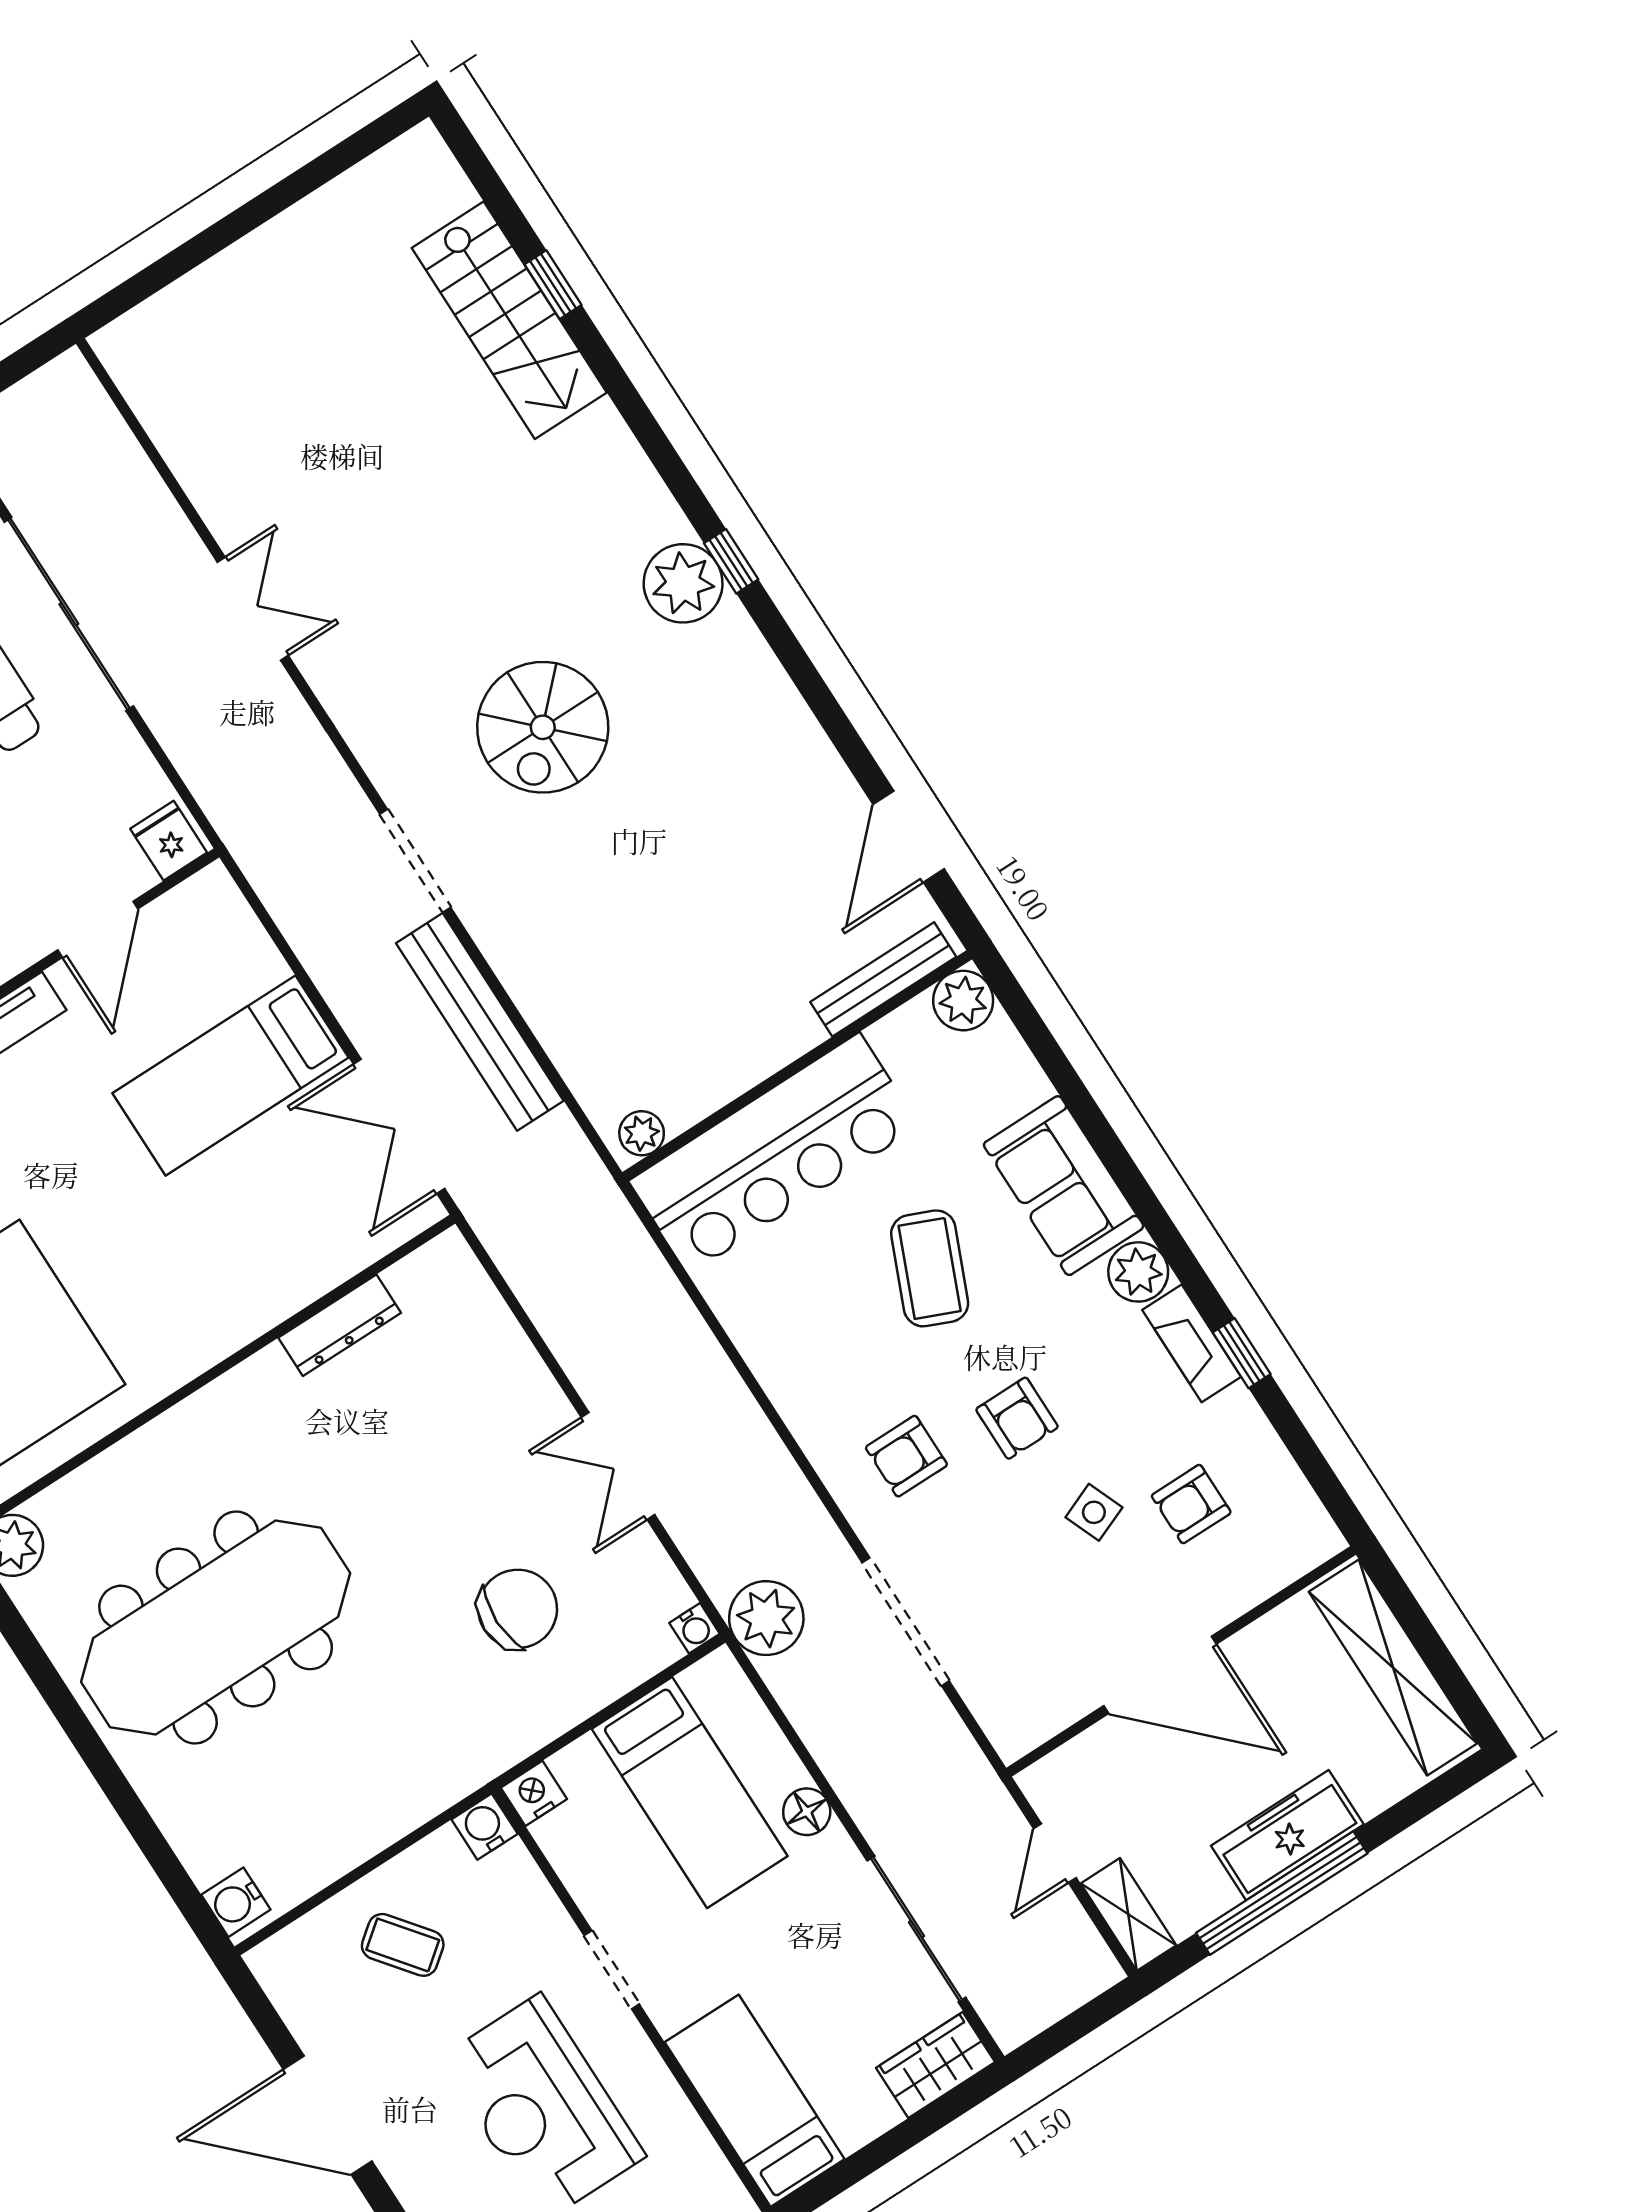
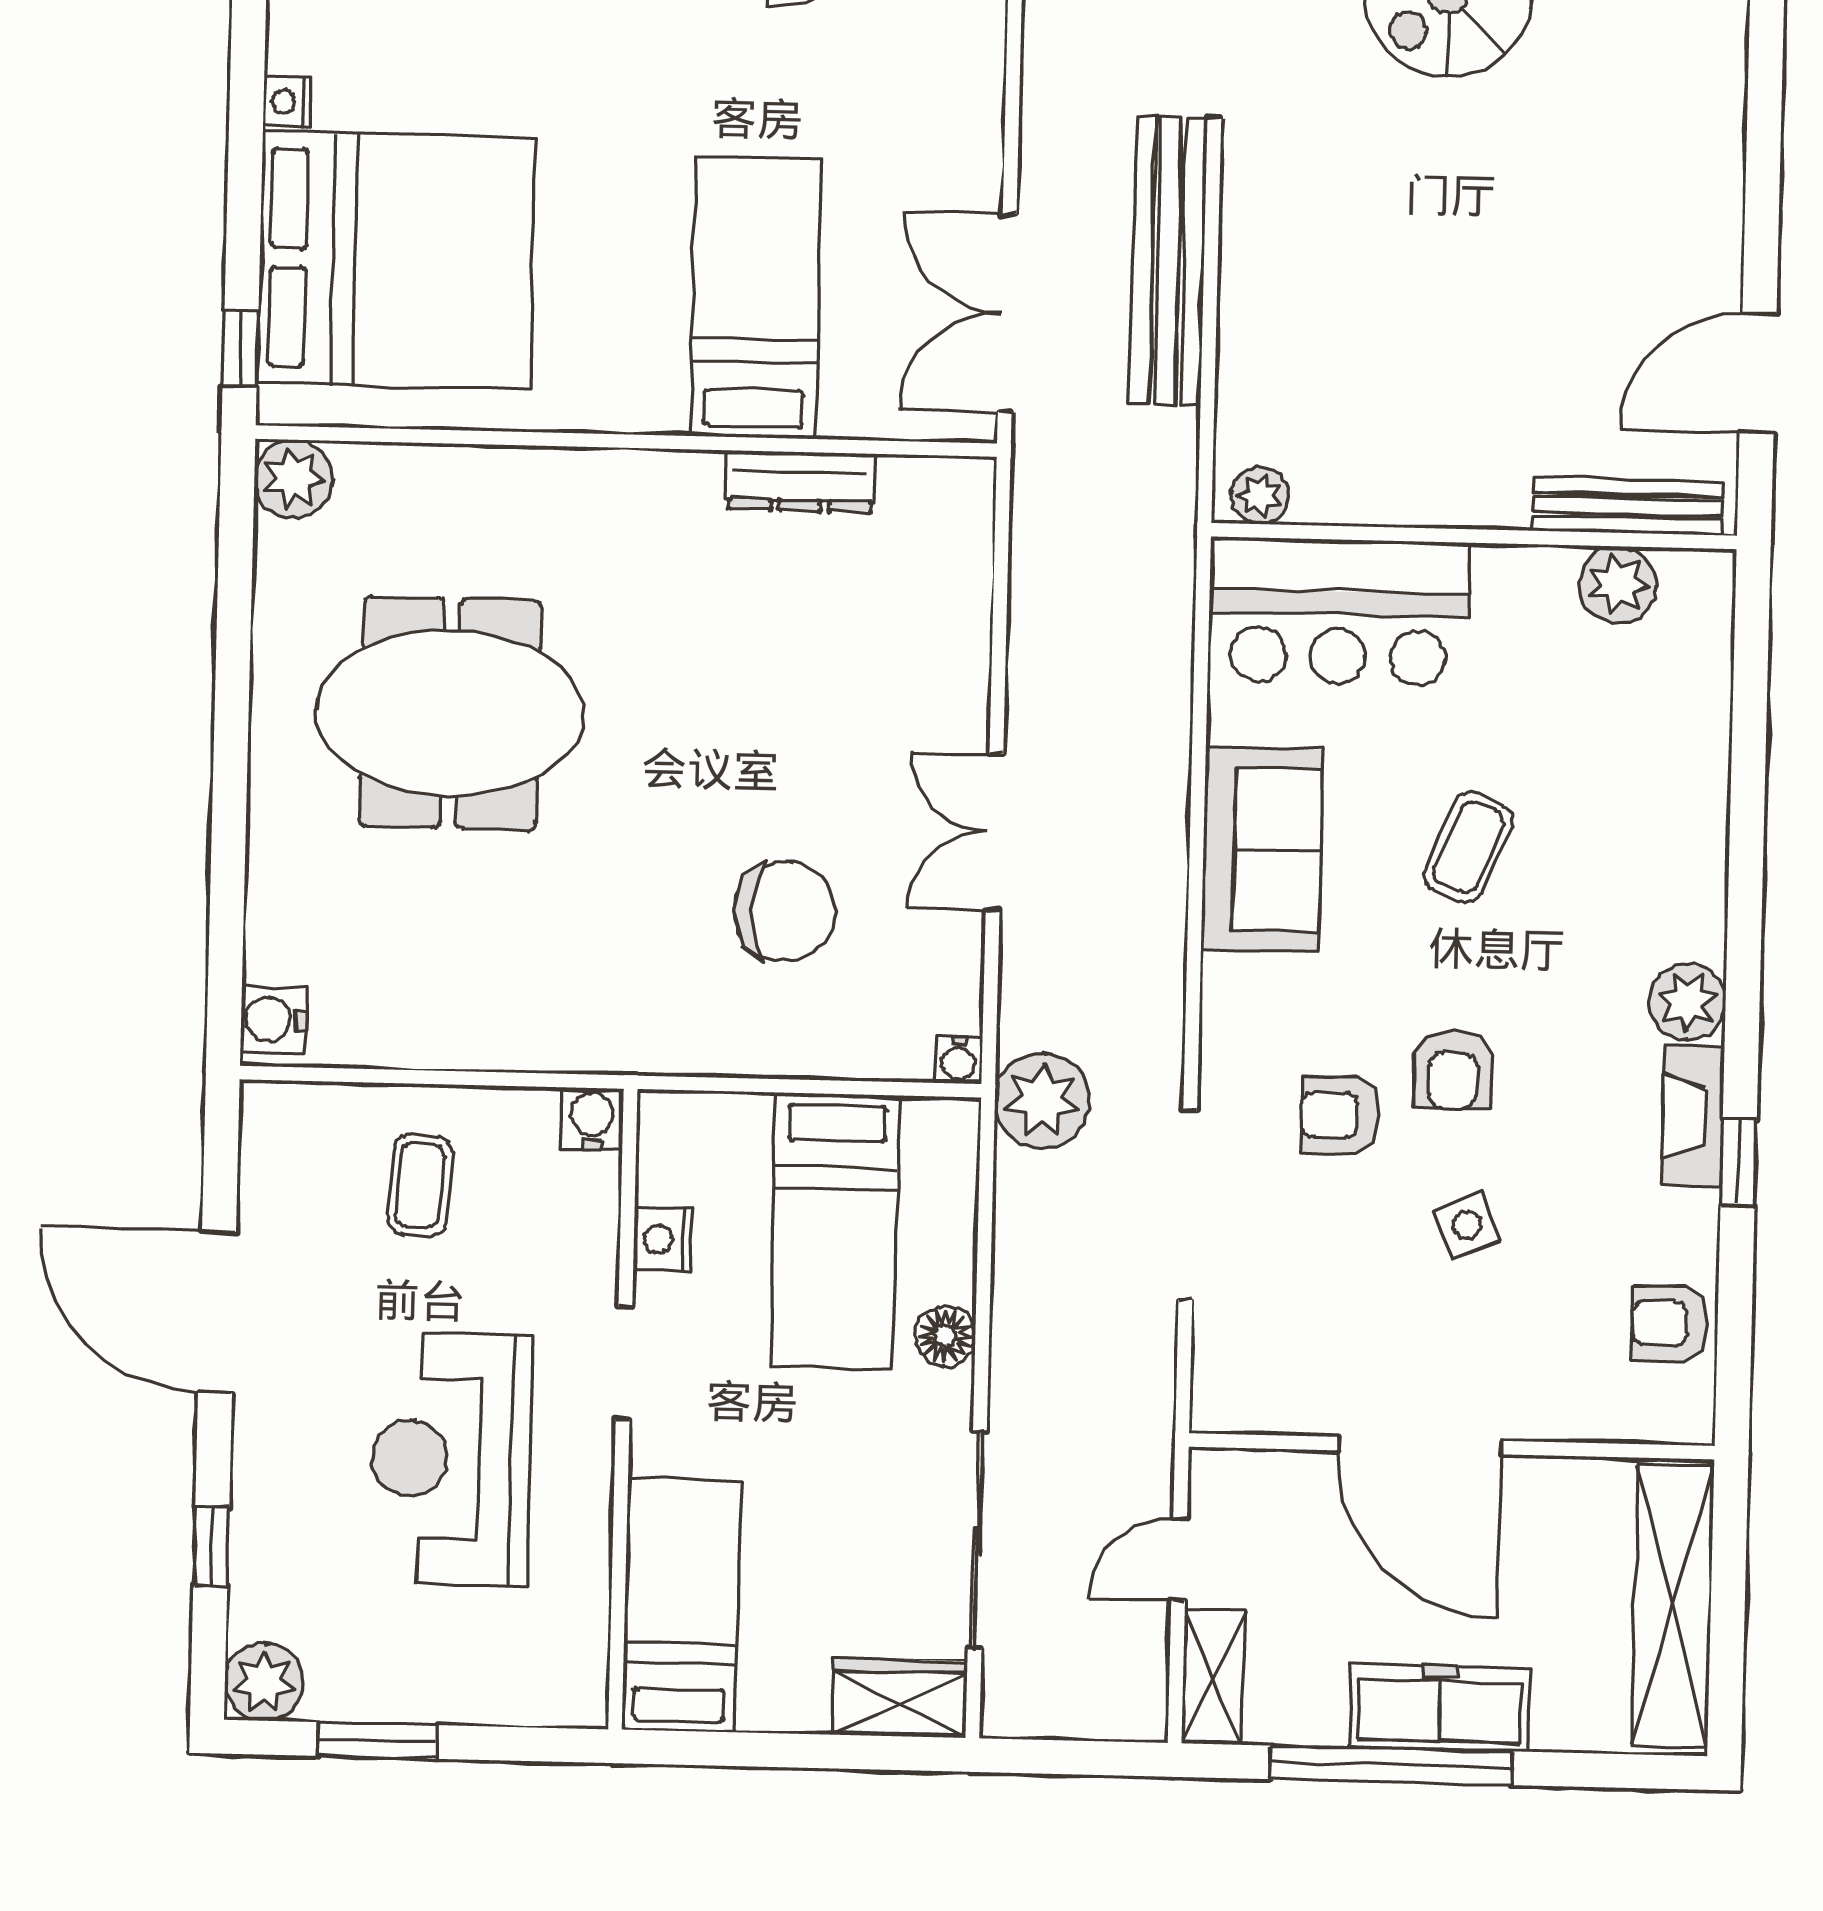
plant: (963, 1001) -> (1618, 585), moved
bed: (231, 1075) -> (756, 298), moved, turned 90
bar counter: (774, 1154) -> (1339, 612), width x0.73
sofa: (1064, 1186) -> (1262, 850), moved, turned 180
coffee table: (930, 1268) -> (1468, 847), width x0.73, depth x0.77
armchair: (906, 1456) -> (1340, 1115), moved
armchair: (1191, 1504) -> (1670, 1324), moved
meeting table: (216, 1627) -> (450, 713), width x0.73
nightstand: (534, 1793) -> (663, 1239), moved, turned -90
coffee table: (403, 1945) -> (420, 1186), turned 42

